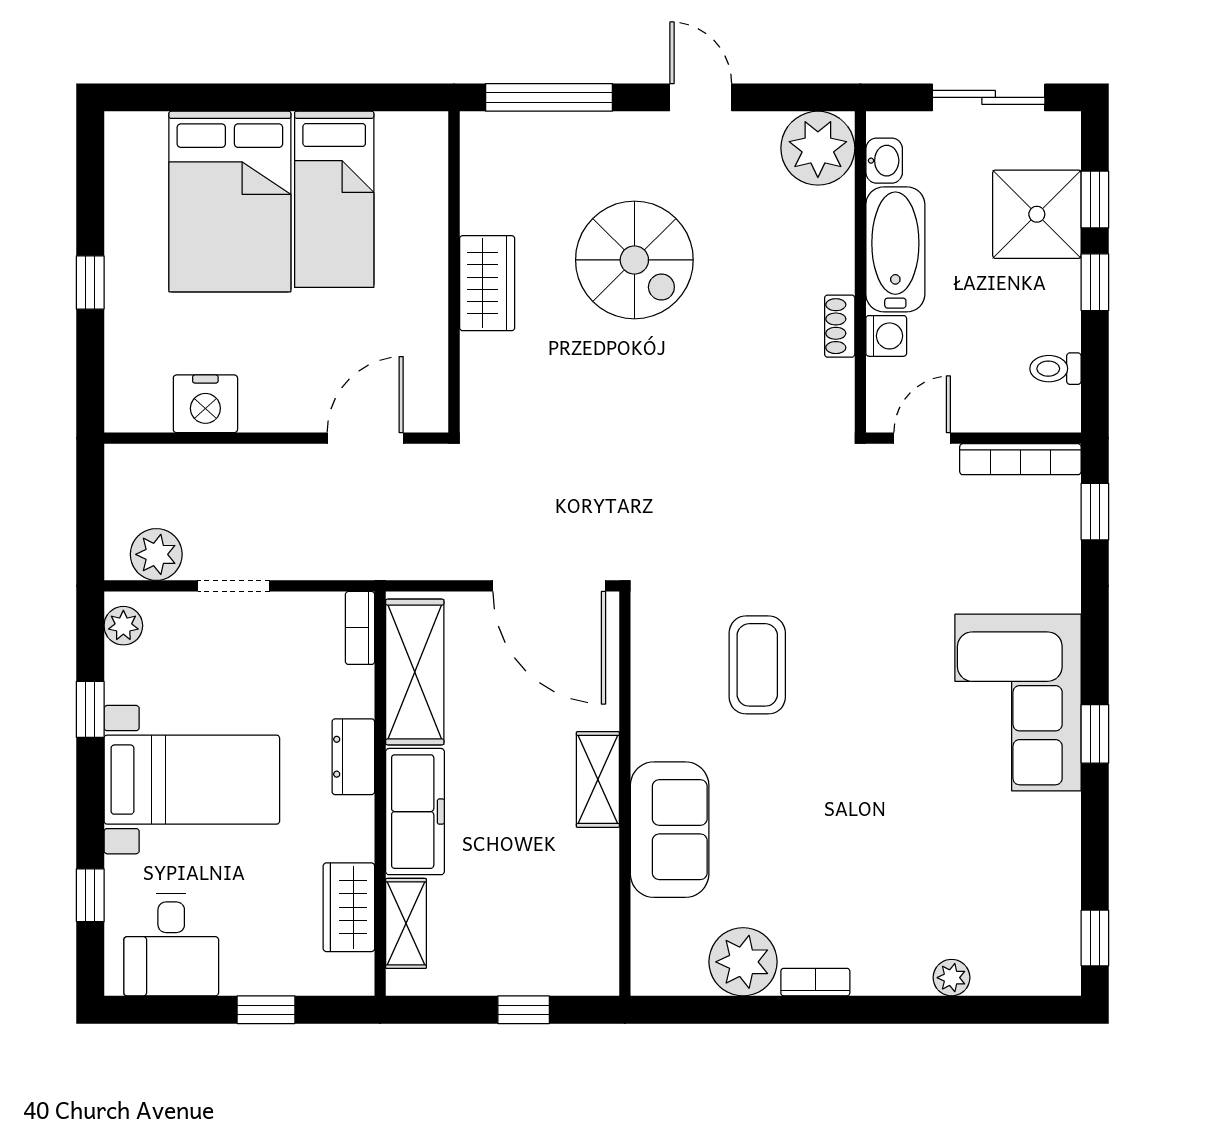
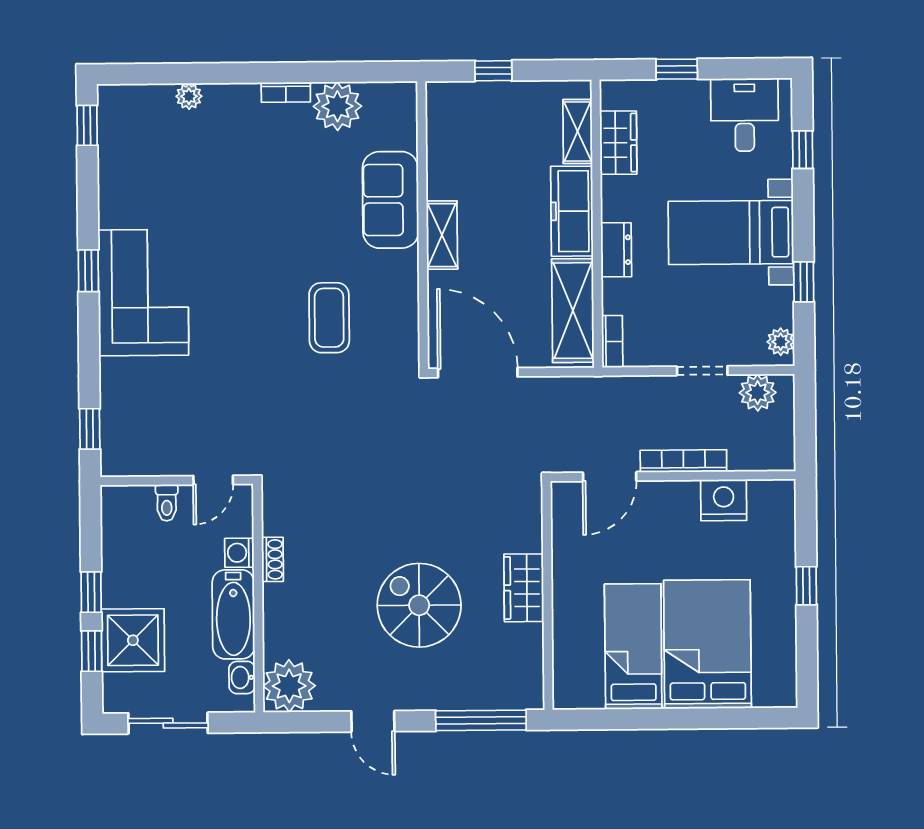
toilet: (1055, 369) -> (167, 503), moved, turned 90
bookcase: (1020, 459) -> (683, 461), moved

